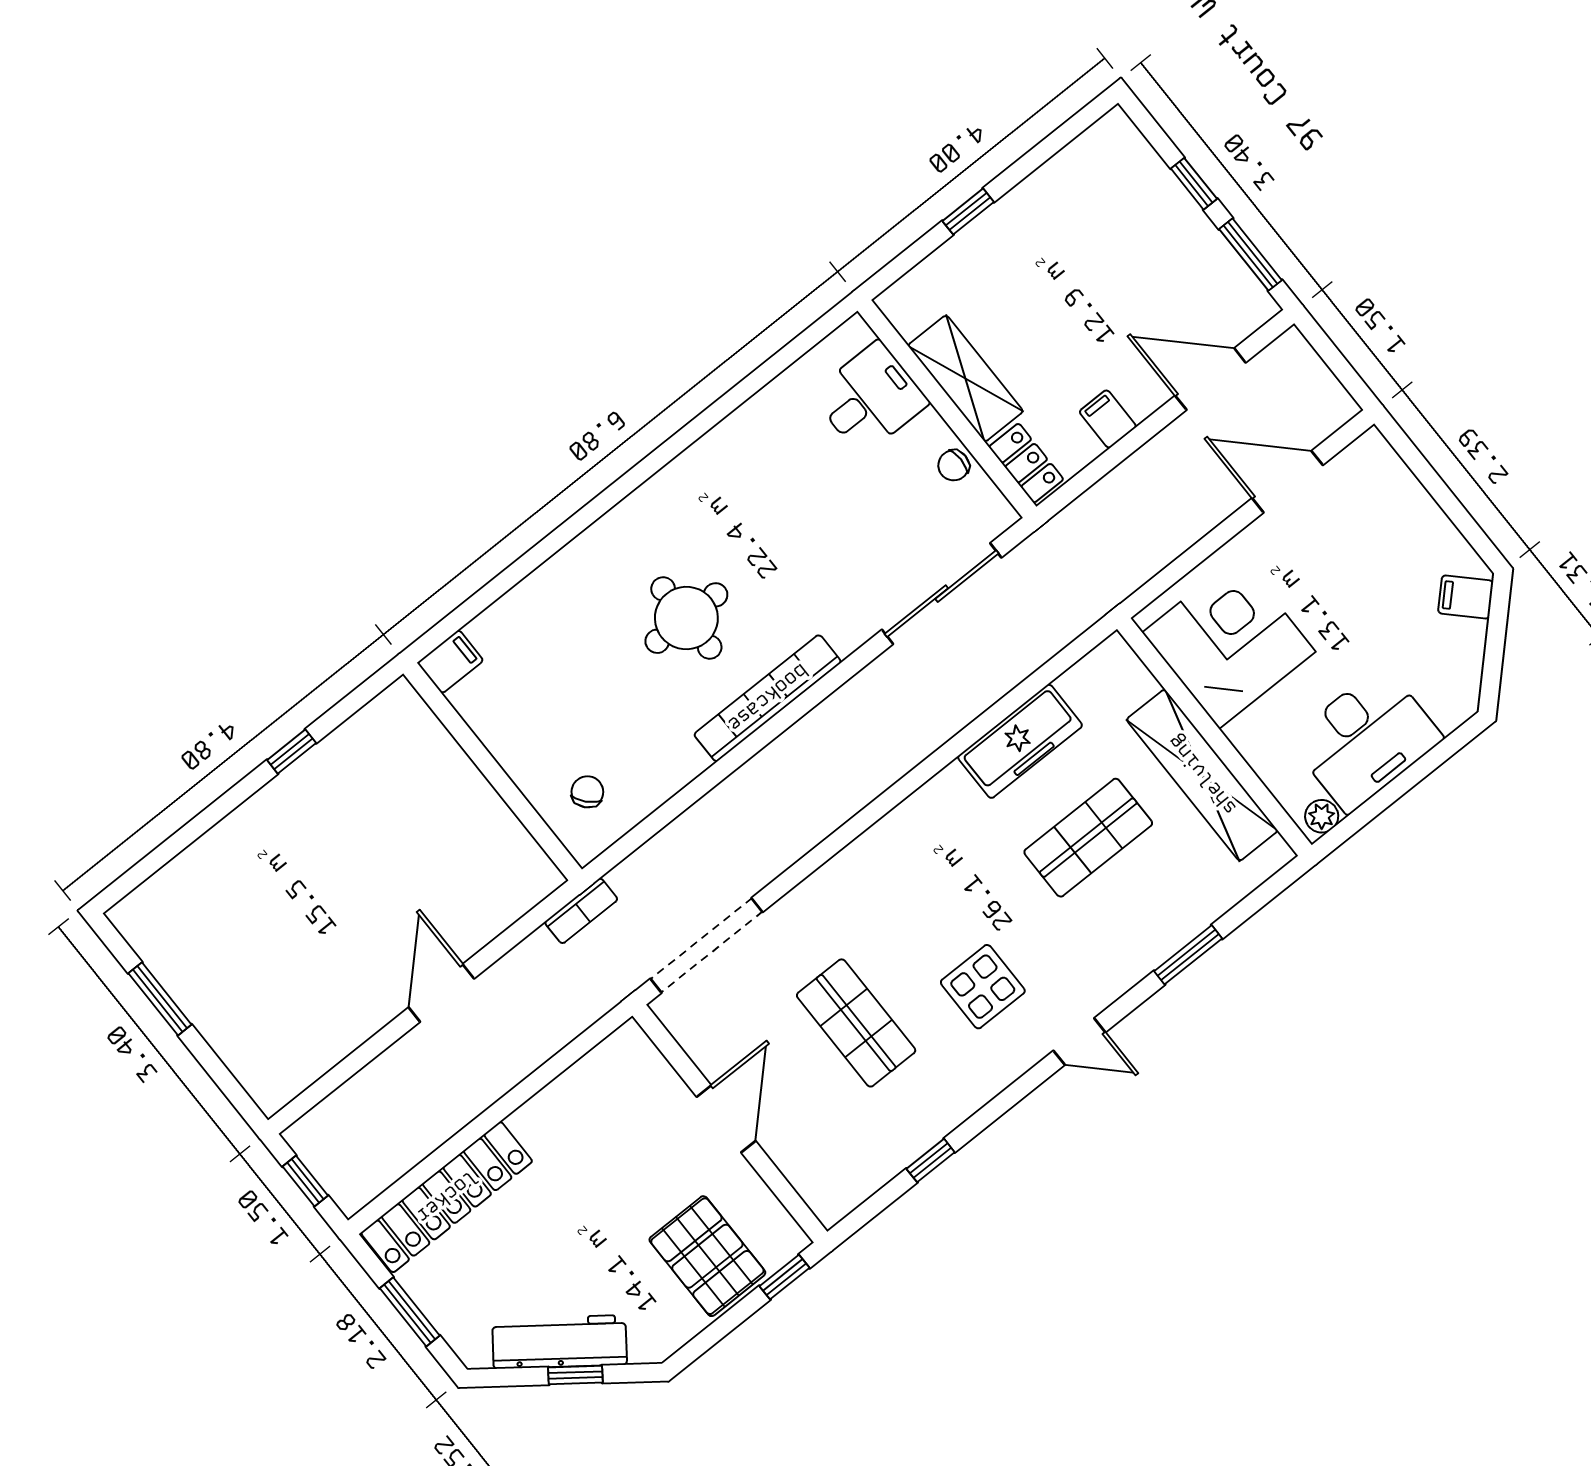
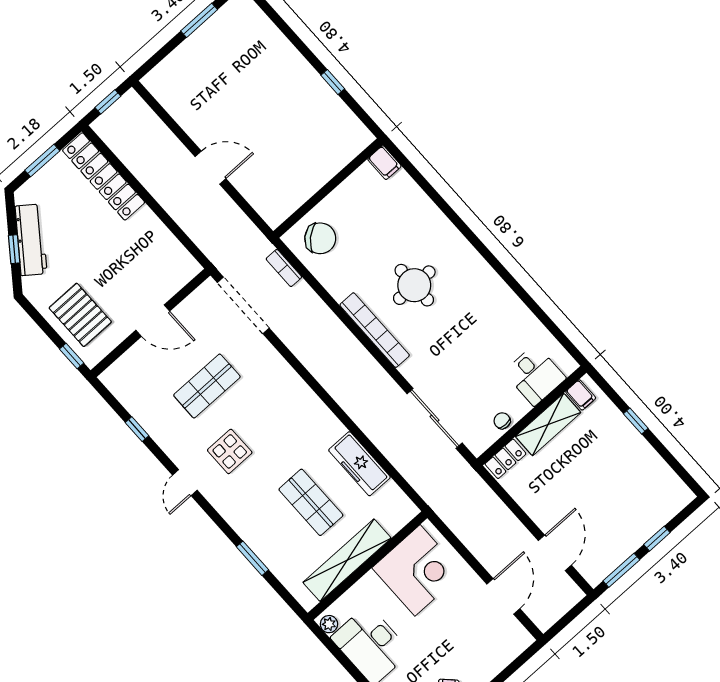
filing cabinet: (1108, 419) -> (581, 395), moved, turned 90
chair: (587, 792) -> (320, 238), width x1.87, depth x1.87
bookcase: (581, 911) -> (284, 268), moved
door: (1079, 1042) -> (185, 483), moved
pallet: (707, 1256) -> (80, 315), turned 90

